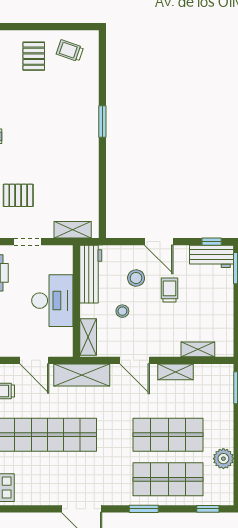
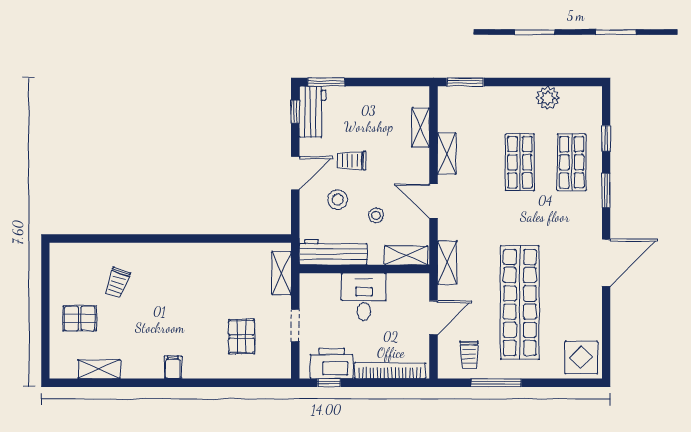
trolley: (70, 51) -> (117, 283), moved
window: (102, 122) -> (156, 238), removed
desk: (52, 301) -> (364, 297), width x0.73
door: (135, 360) -> (433, 201), swing flipped
shelving: (82, 375) -> (447, 263), width x0.67, depth x0.75
shop shelf: (168, 435) -> (520, 162), width x0.70, depth x0.74
shop shelf: (168, 479) -> (572, 162), width x0.70, depth x0.74
window: (208, 509) -> (606, 138), moved

